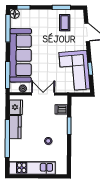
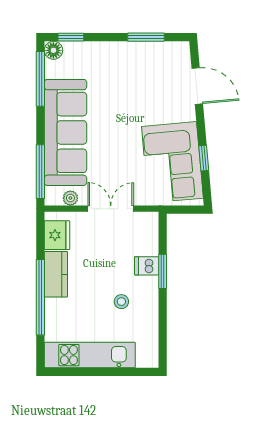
coffee table: (65, 23) -> (153, 67), removed
dishwasher: (61, 109) -> (147, 266), moved

